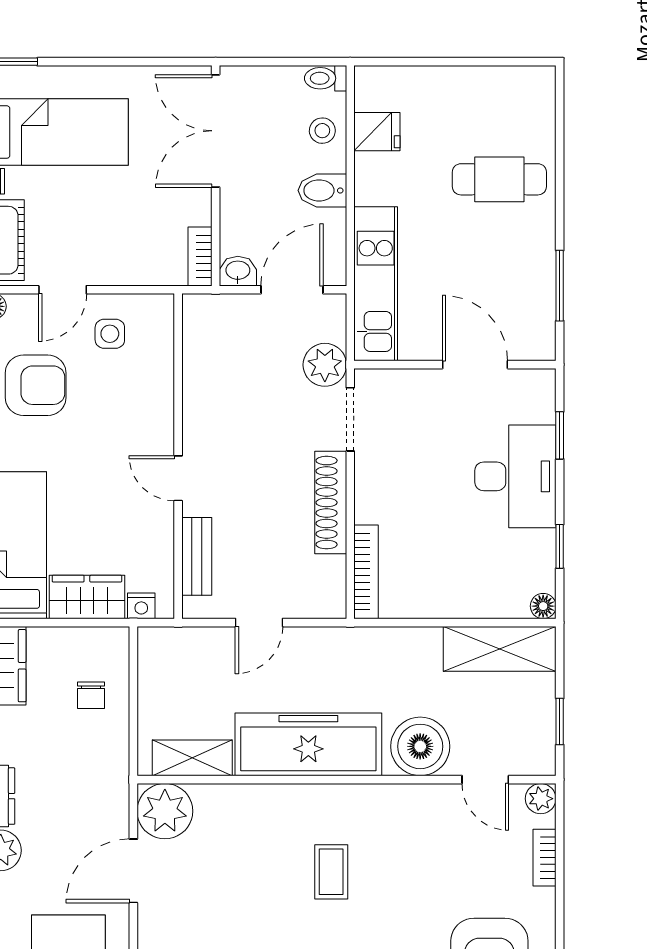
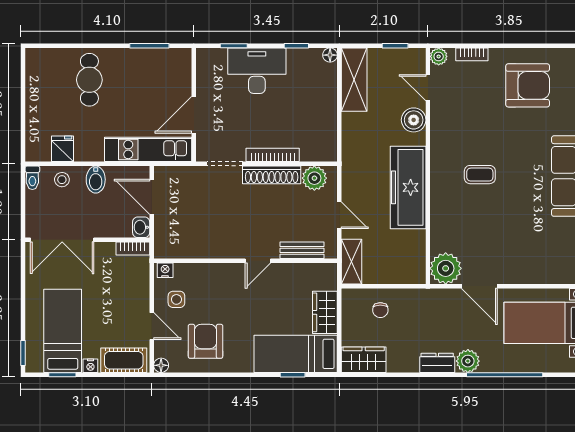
plant: (325, 365) -> (314, 178), moved
door: (475, 365) -> (194, 115), moved
bookcase: (366, 572) -> (273, 155), moved
nightstand: (141, 606) -> (165, 270), moved, turned -90
chair: (91, 695) -> (380, 310), turned 90
boiler: (420, 746) -> (414, 120), width x0.73, depth x0.73
shelving: (192, 758) -> (352, 262), moved
door: (485, 780) -> (428, 88), swing flipped

